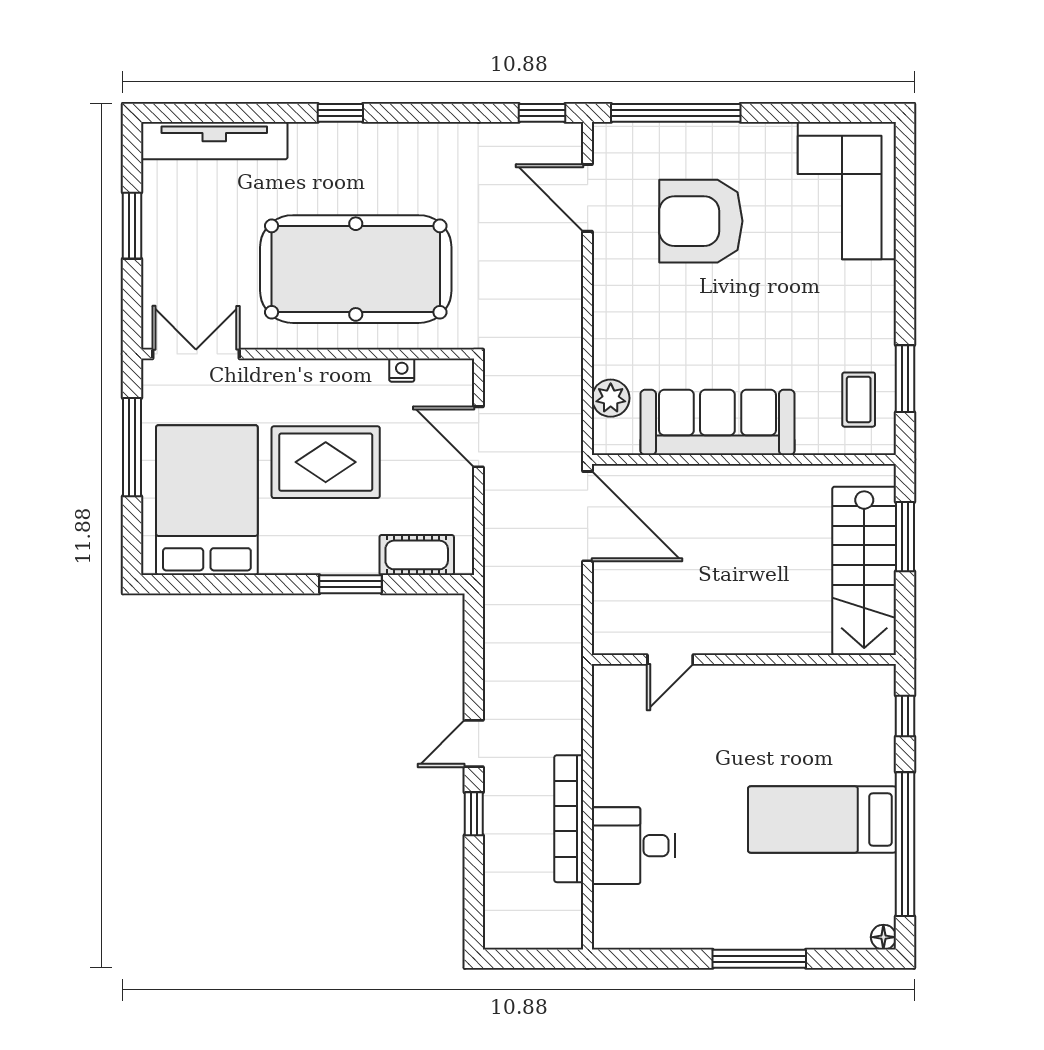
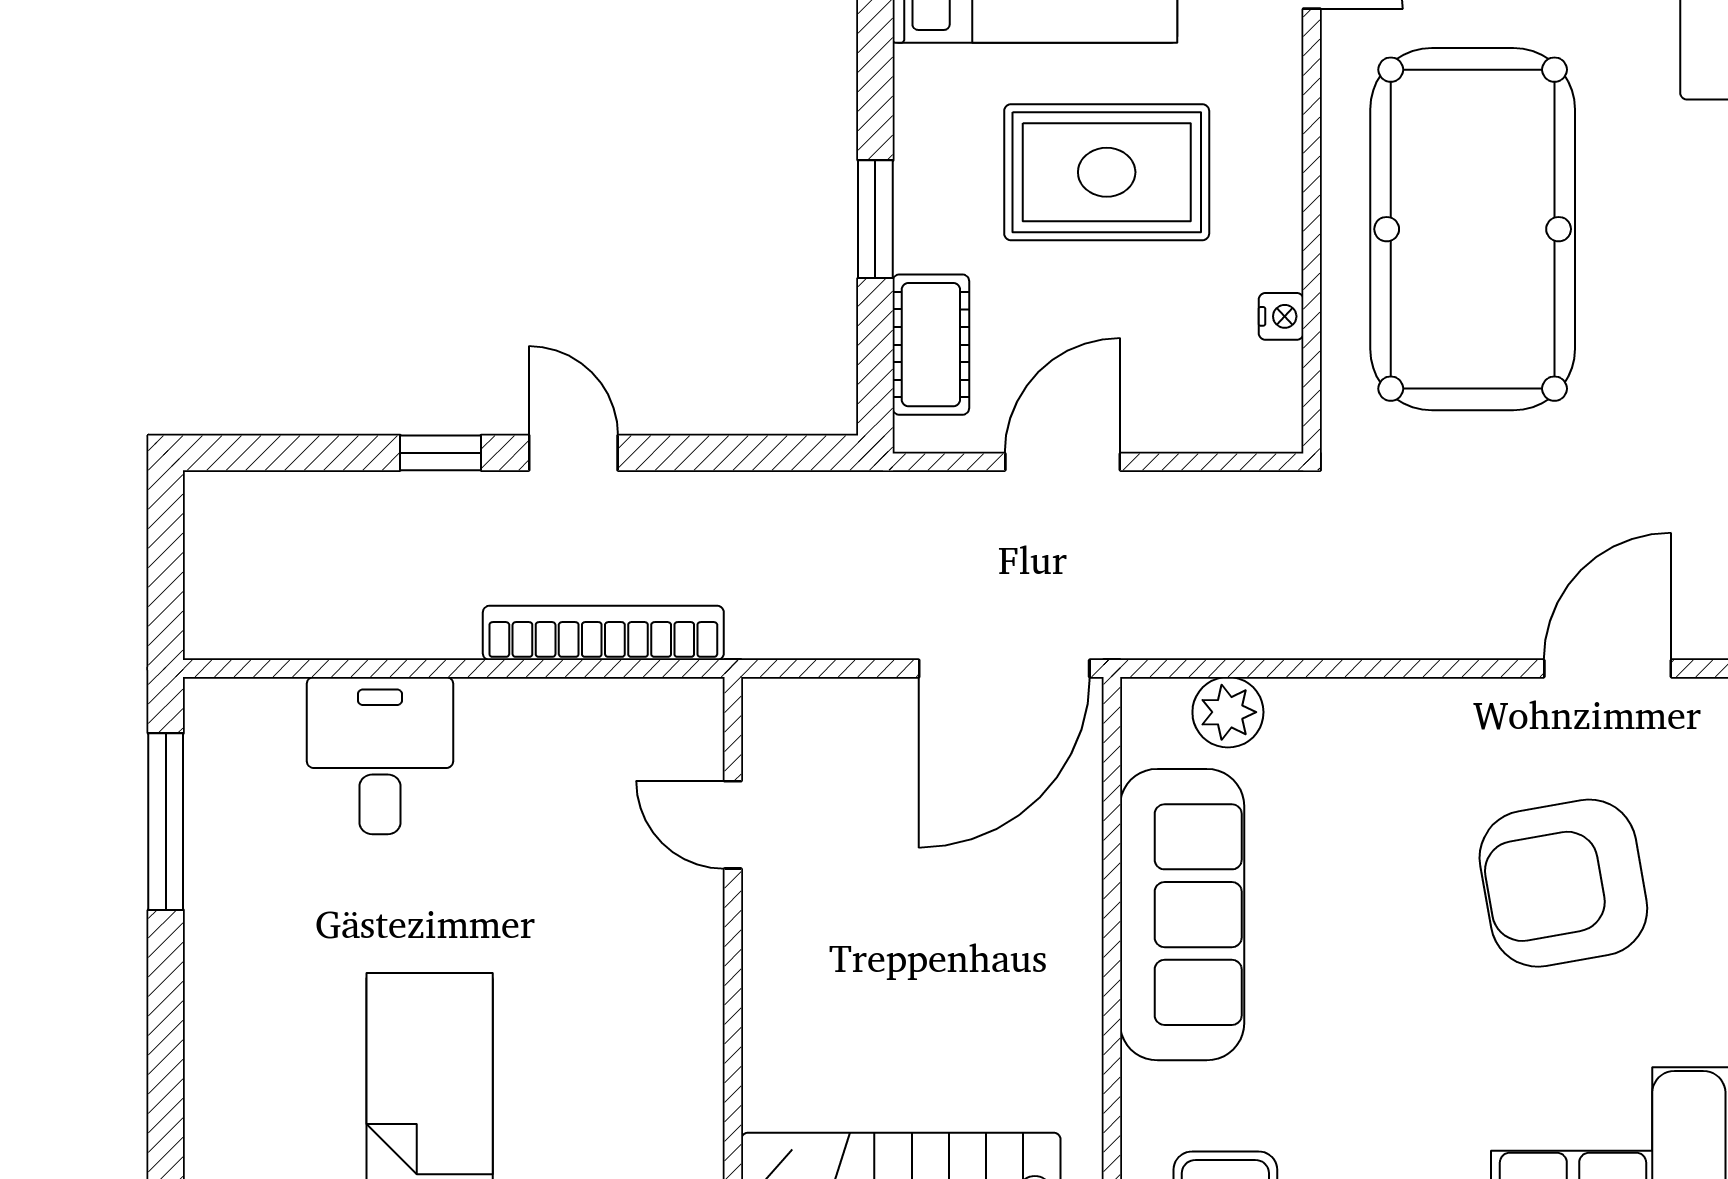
armchair: (701, 221) -> (1563, 883), turned -100
door: (479, 437) -> (1063, 462), moved
rug: (326, 462) -> (1107, 172), turned 90
bookcase: (569, 819) -> (603, 633), moved
window: (759, 959) -> (166, 822), moved

